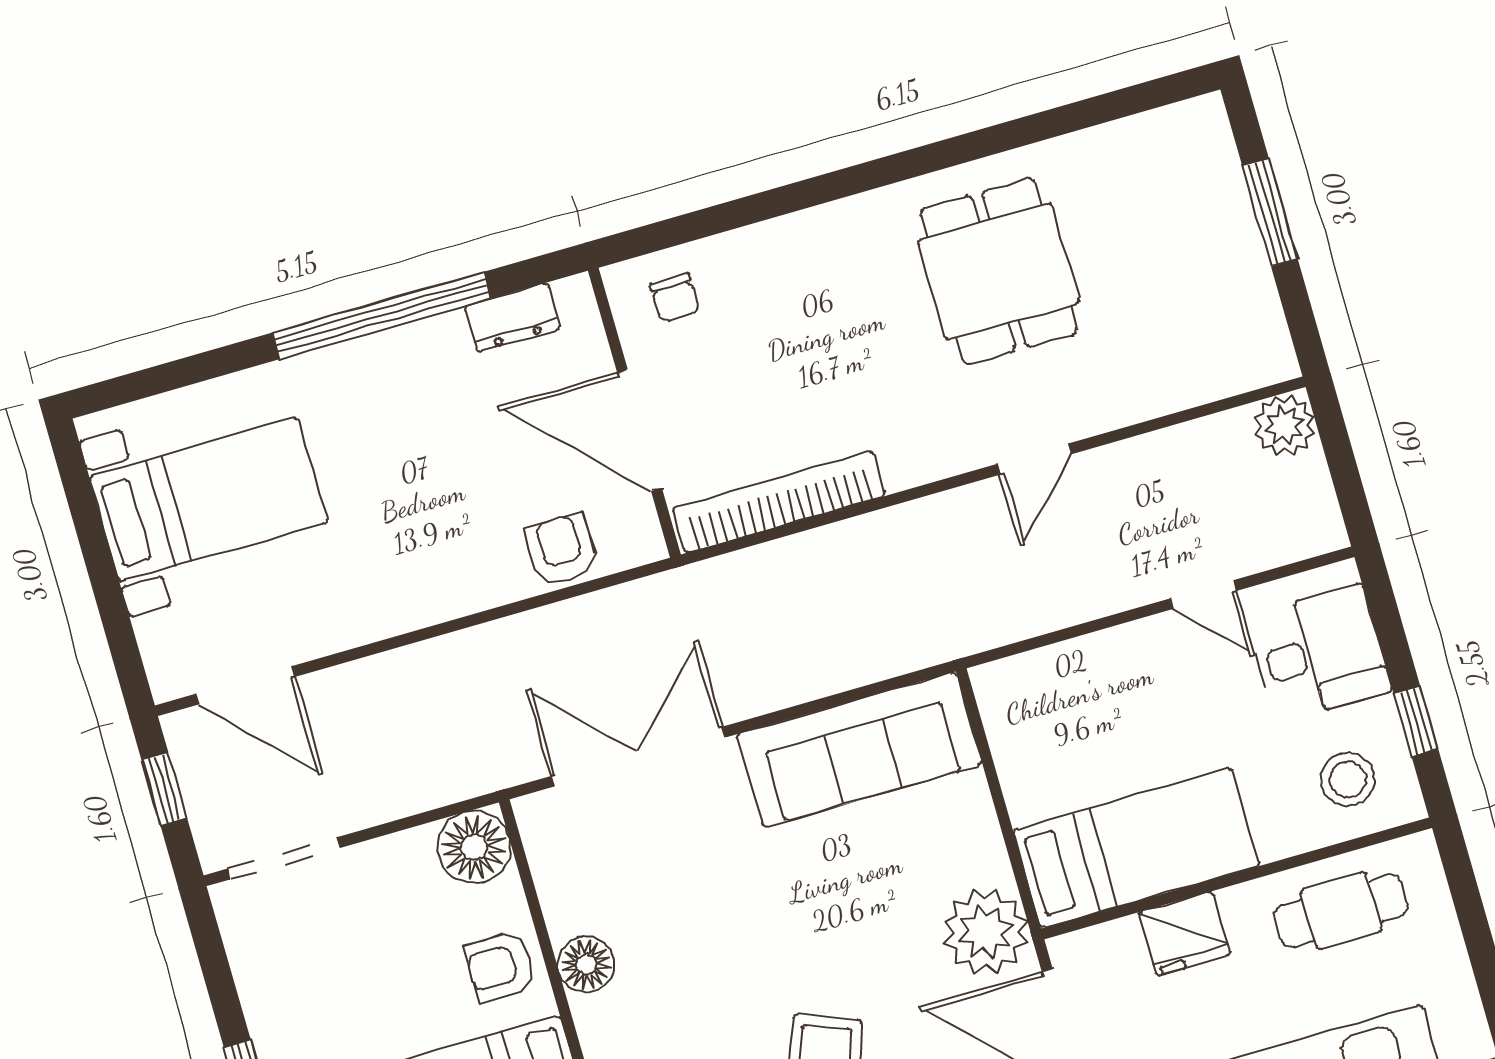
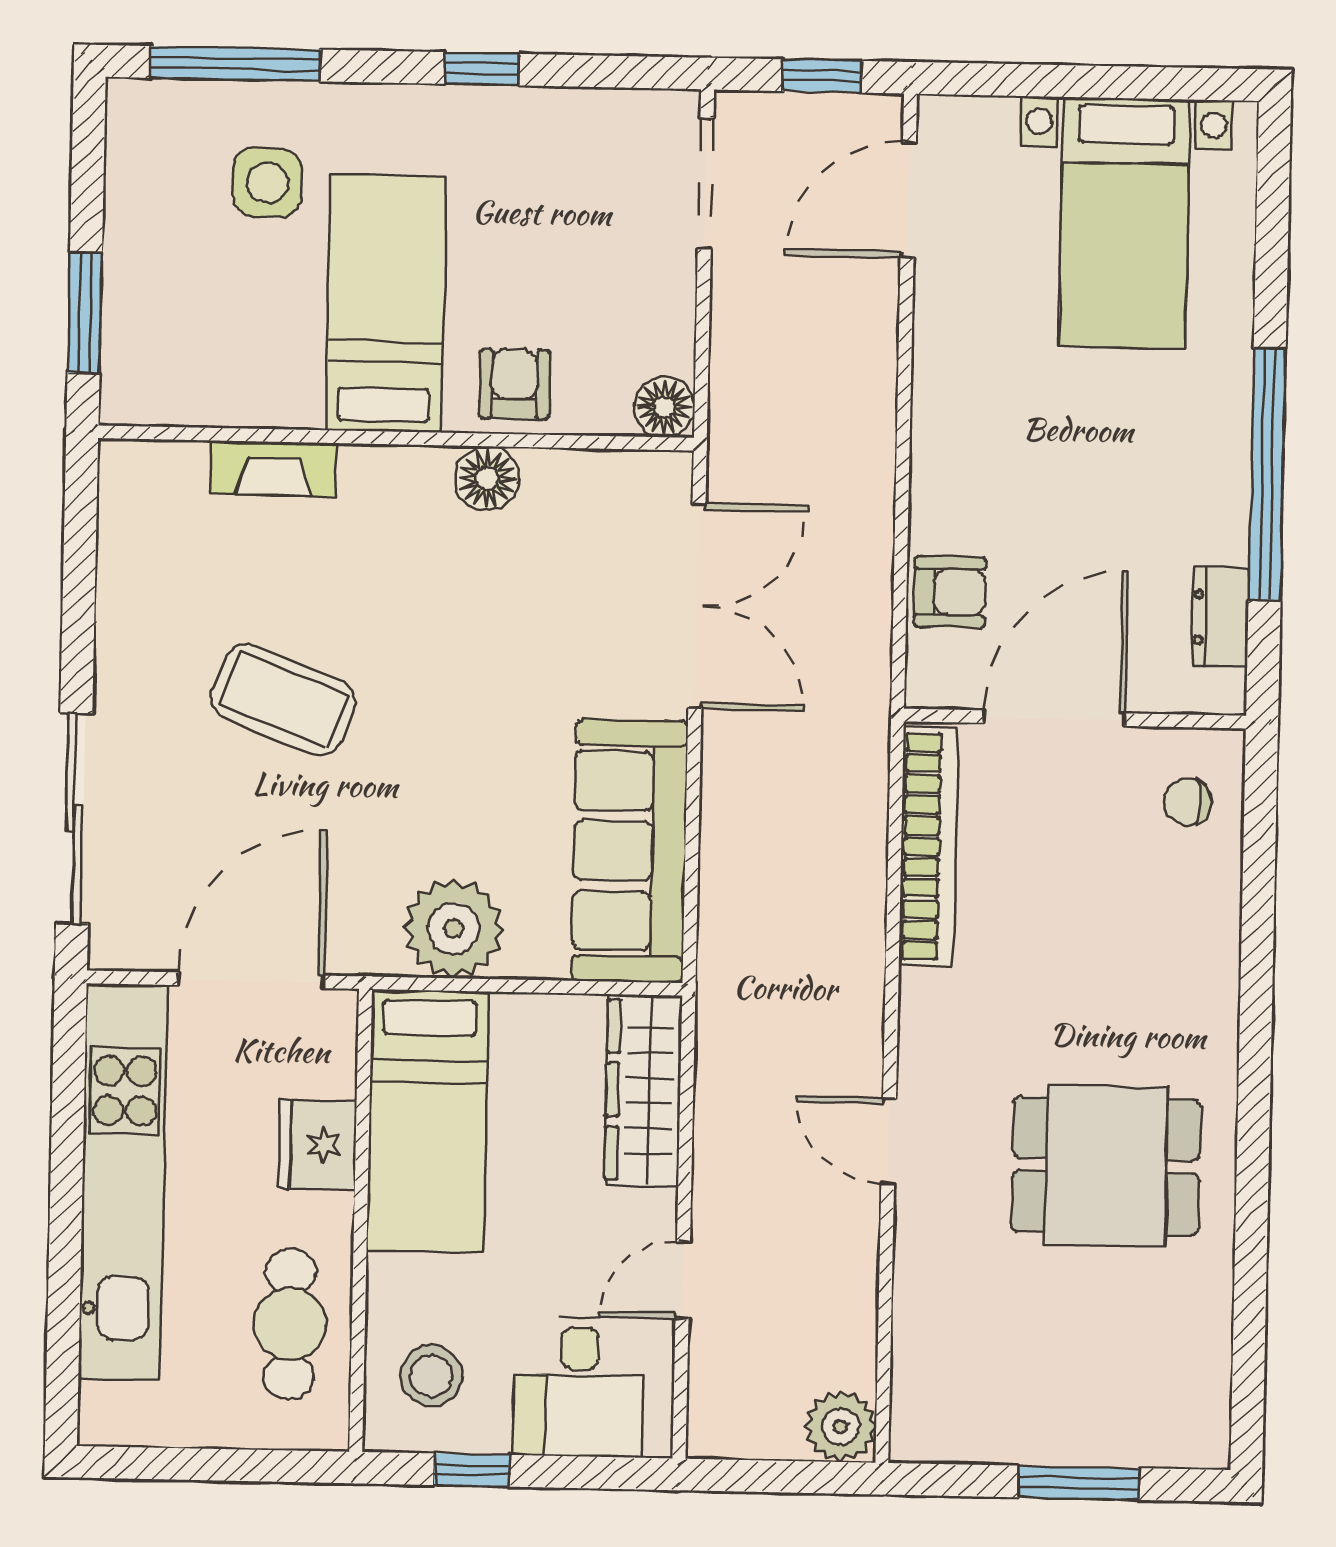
wardrobe: (1055, 676) -> (643, 1090), added
floor lamp: (474, 847) -> (664, 407), width x0.73, depth x0.73
plant: (985, 932) -> (454, 928), moved

